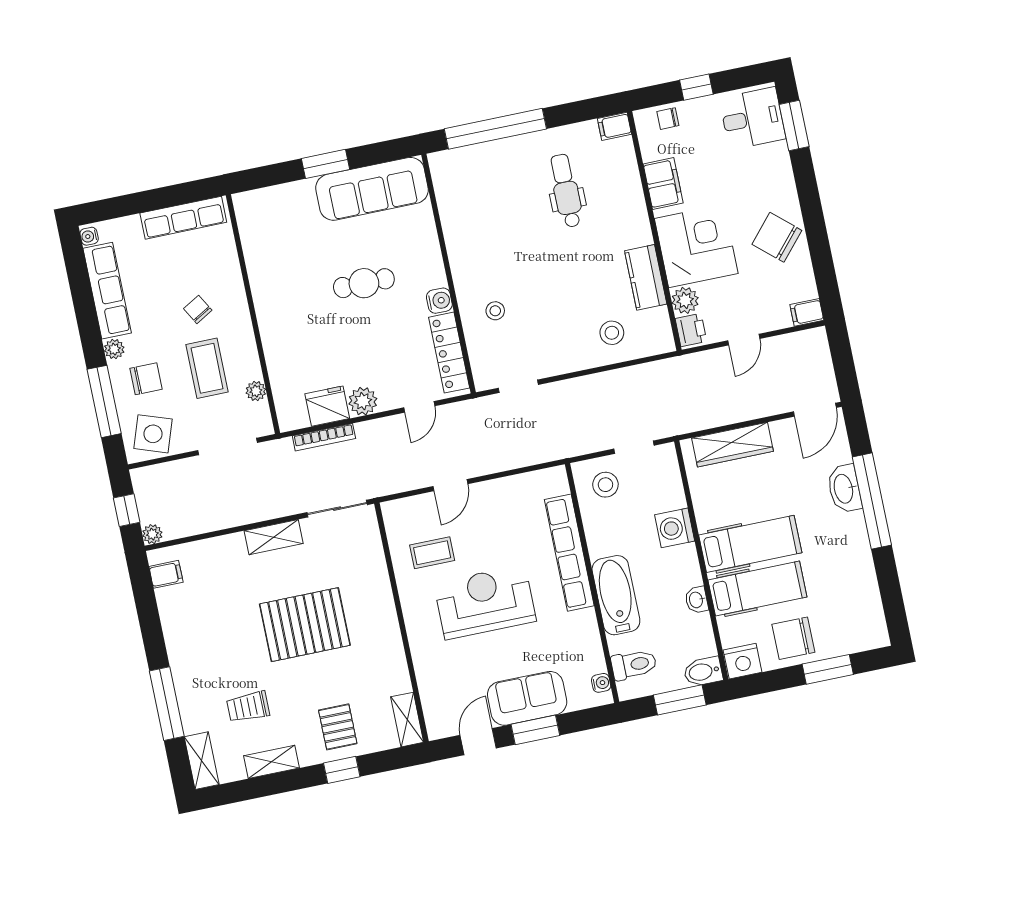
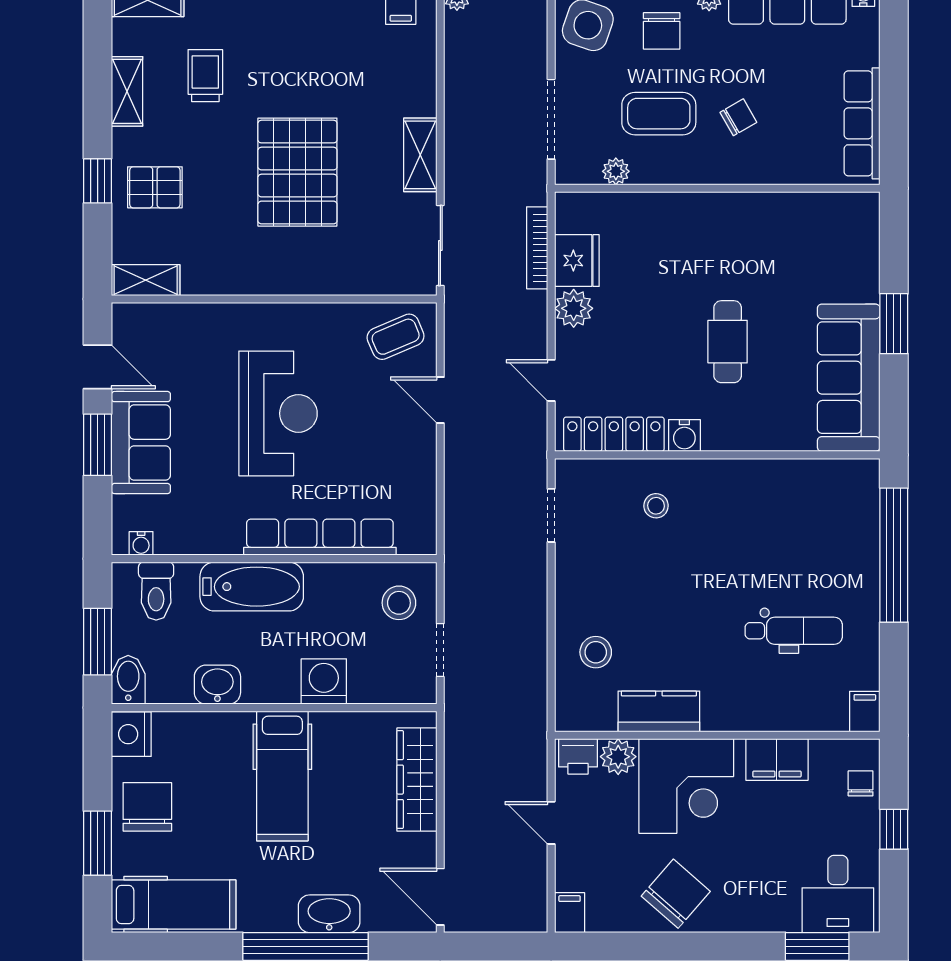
coffee table: (432, 553) -> (396, 337), moved, turned 67
hospital bed: (757, 588) -> (174, 905), moved, turned -90
washbasin: (697, 600) -> (217, 685), width x1.38, depth x1.45

